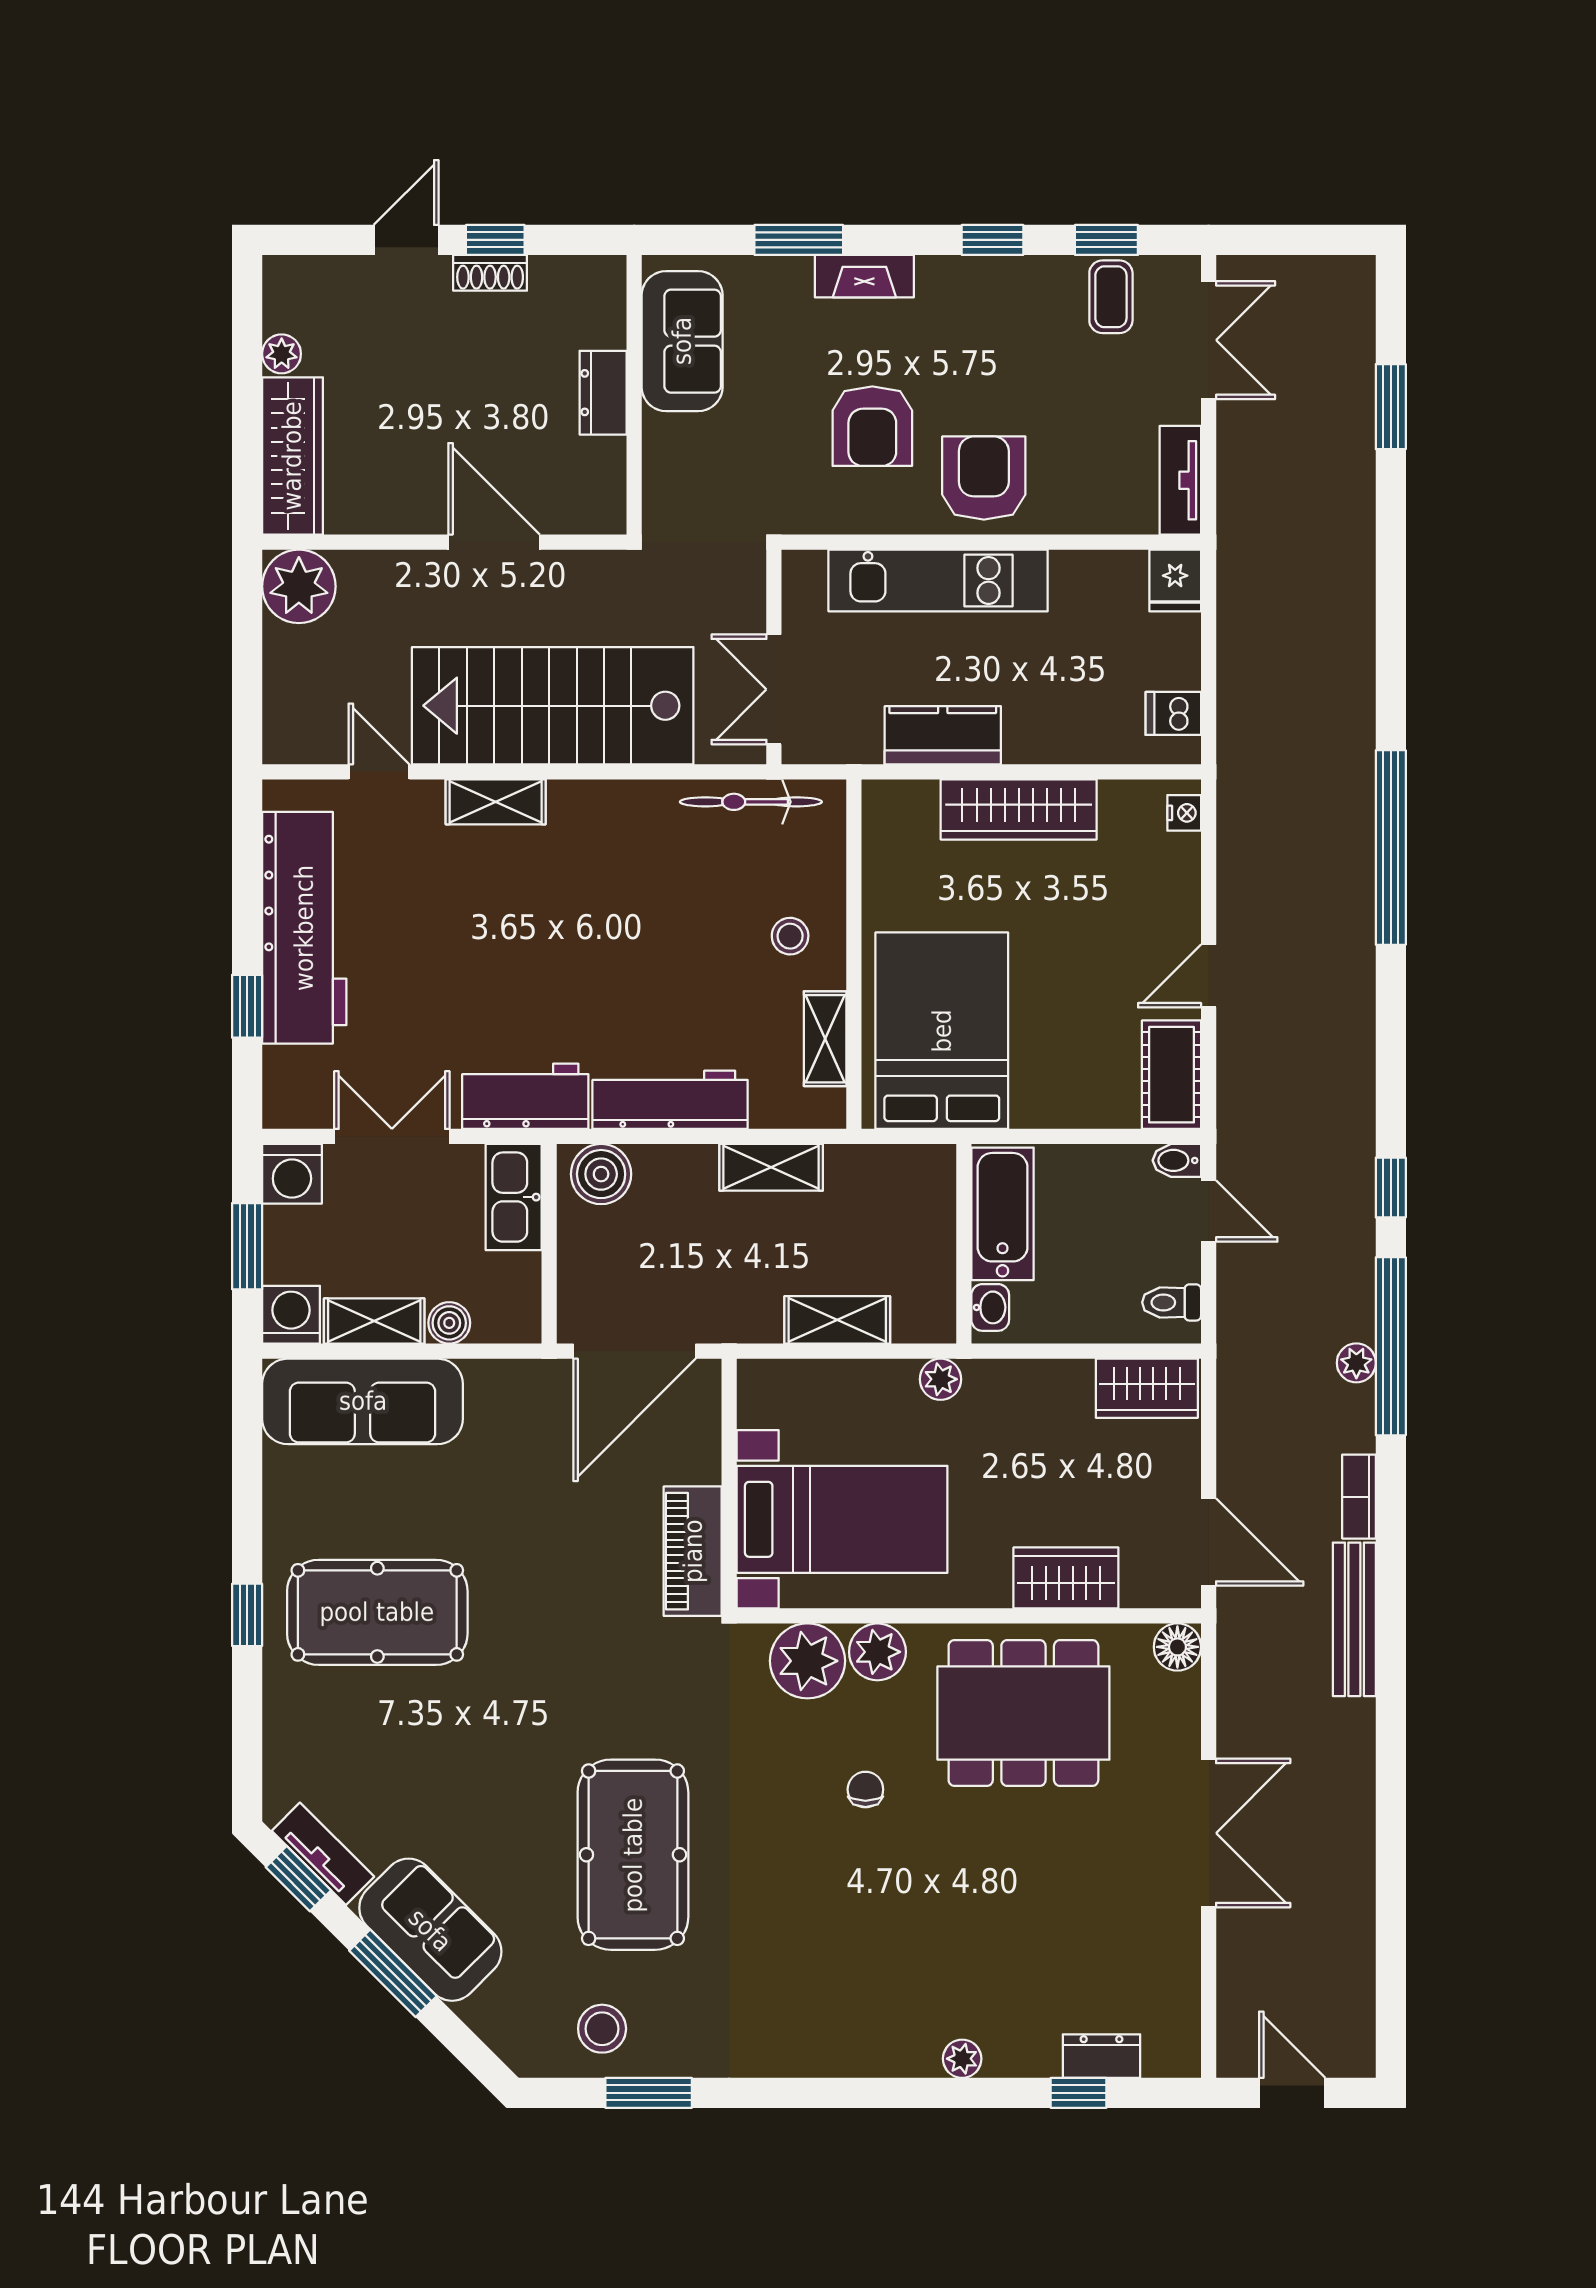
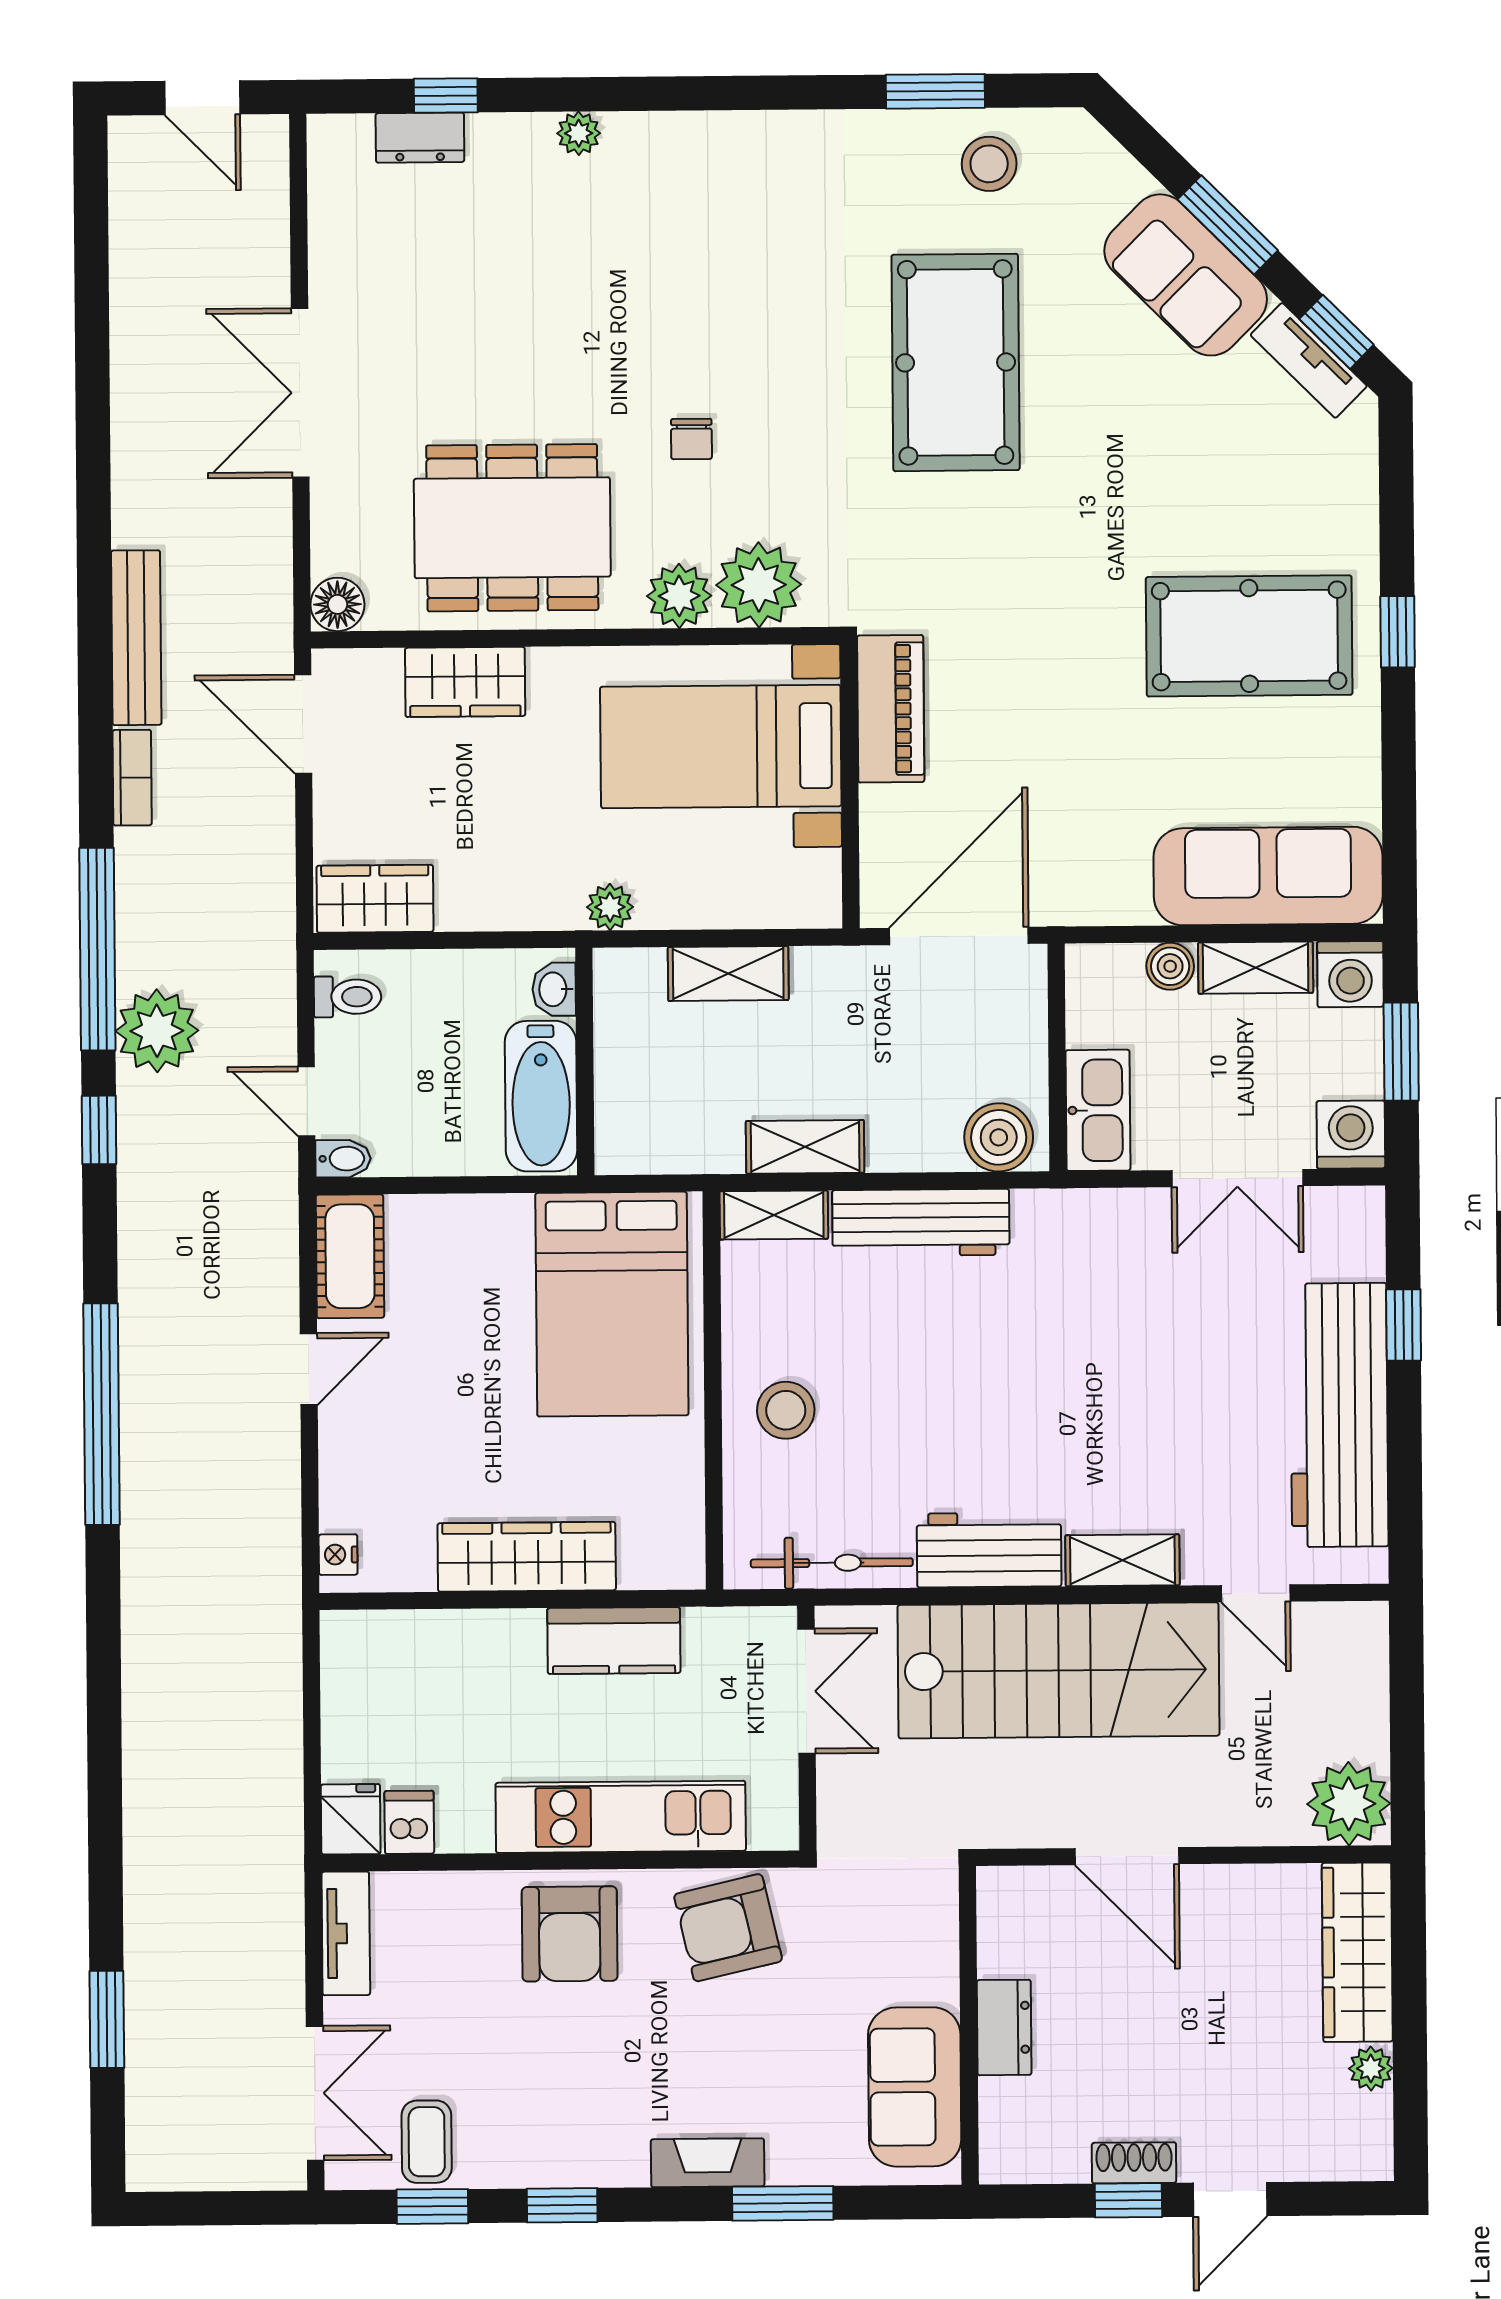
double door: (1209, 340) -> (315, 2093), swing flipped
armchair: (872, 426) -> (728, 1928), moved, turned -103
dishwasher: (1173, 713) -> (409, 1822), moved, turned -90
window: (1391, 847) -> (101, 1414), moved
stool: (790, 936) -> (786, 1410), width x1.37, depth x1.37
shelving: (825, 1039) -> (774, 1215), moved, turned 90
workbench: (525, 1096) -> (989, 1550), moved, turned 180
plant: (1356, 1363) -> (157, 1031), moved, width x1.88, depth x1.88

